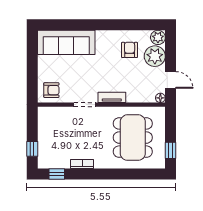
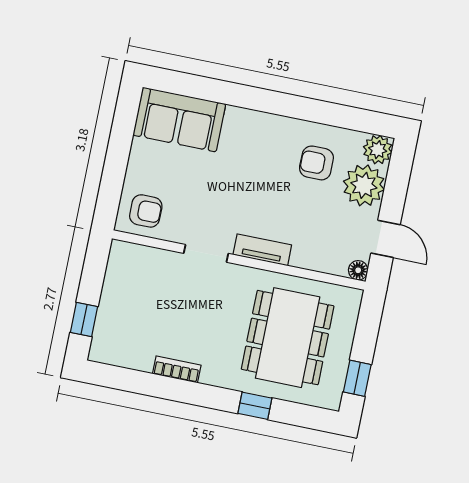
sofa: (66, 42) -> (179, 119), width x0.73
armchair: (130, 50) -> (316, 163), turned -90
window: (57, 174) -> (255, 406), moved

